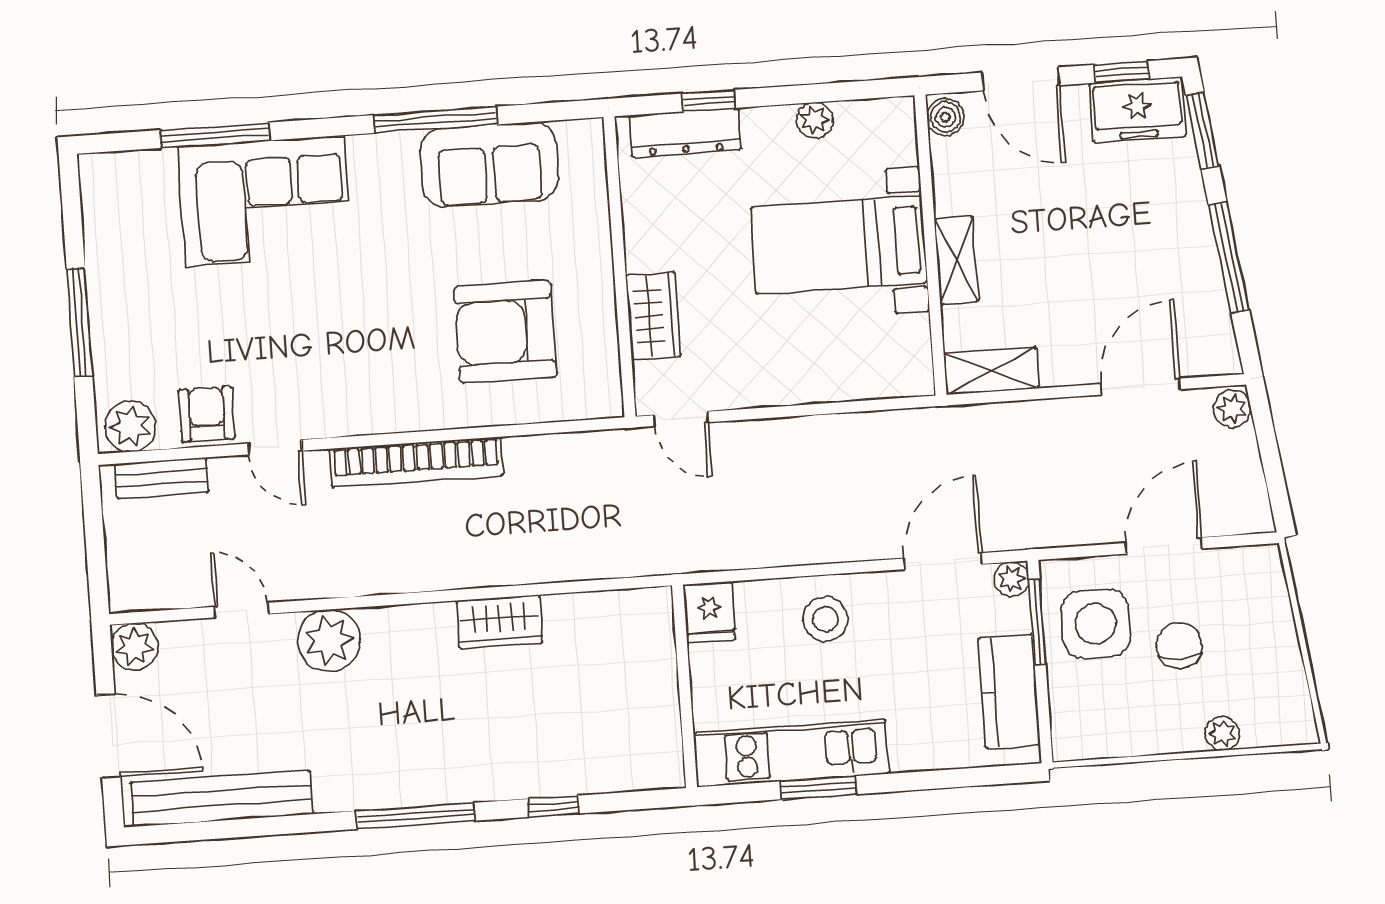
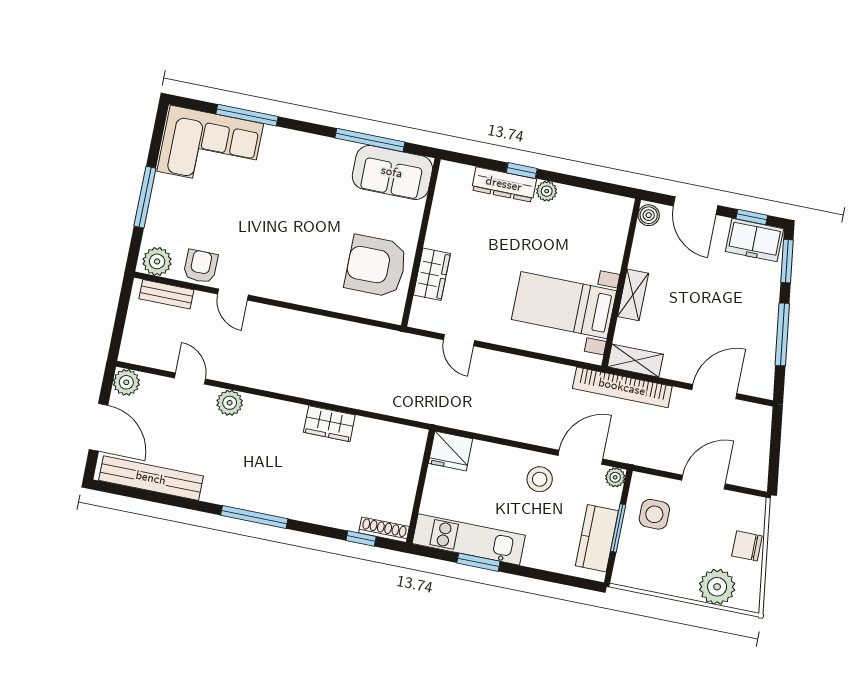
plant: (815, 120) -> (547, 191), moved
corner sofa: (265, 201) -> (210, 148), moved
bed with nightstands: (839, 245) -> (564, 305), moved
wall: (619, 267) -> (421, 242), moved
wardrobe: (653, 316) -> (432, 274), moved
plant: (1232, 409) -> (761, 417), removed
bookcase: (416, 462) -> (622, 387), moved
fridge: (709, 612) -> (450, 451), width x1.38
stool: (825, 619) -> (540, 479), moved
window: (1037, 622) -> (618, 528), moved
side table: (1096, 624) -> (654, 514), width x0.73, depth x0.73
plant: (329, 641) -> (230, 403), width x0.73, depth x0.73
chair: (1179, 645) -> (747, 546), moved, turned -90
plant: (1222, 733) -> (717, 587), width x1.88, depth x1.88
shoe rack: (643, 777) -> (384, 530), added
window: (553, 806) -> (361, 539), moved

